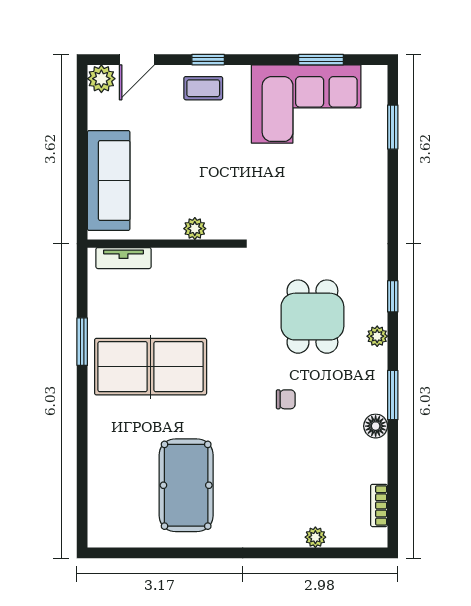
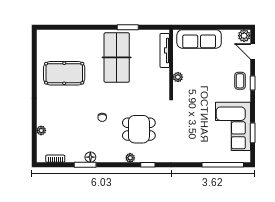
window: (393, 127) -> (223, 165), width x2.11
tv unit: (123, 258) -> (165, 50), width x1.41
window: (393, 395) -> (85, 165), moved

